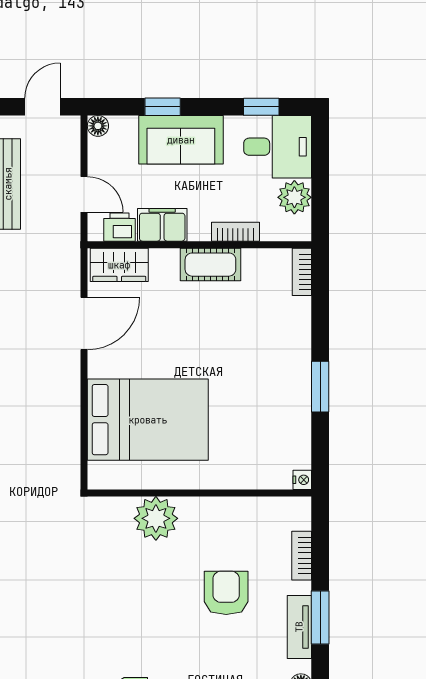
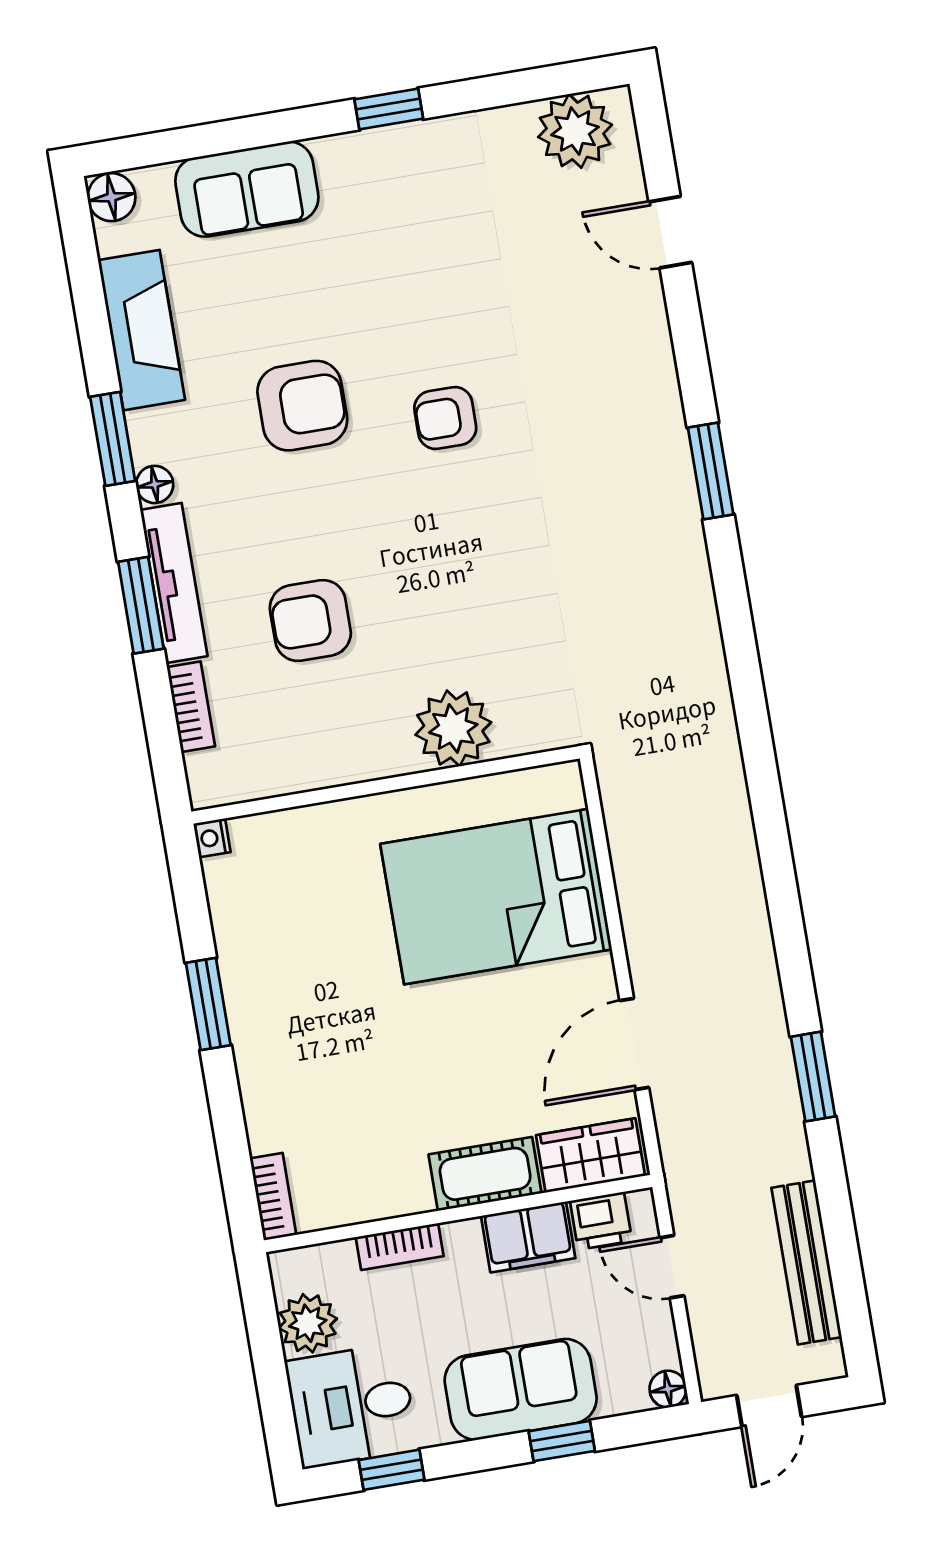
cot: (210, 265) -> (485, 1174), moved
armchair: (226, 593) -> (310, 620), turned 90
tv unit: (299, 627) -> (174, 583), width x1.41

